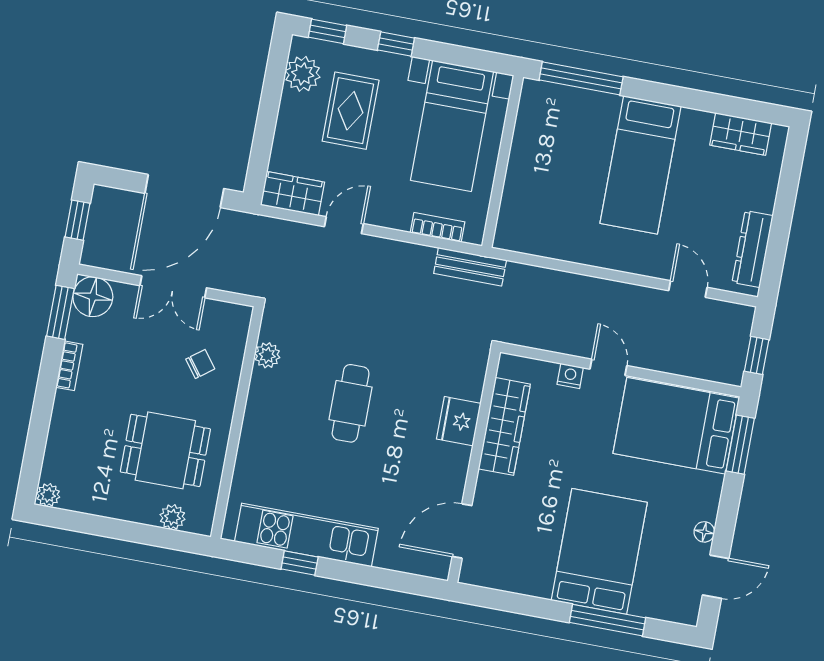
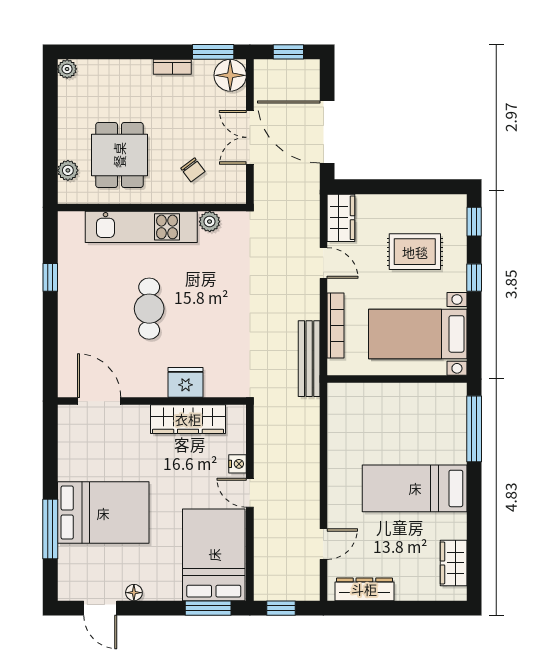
plant: (303, 74) -> (437, 208), removed
bookcase: (438, 227) -> (335, 326), width x1.56
bench: (470, 267) -> (309, 359), width x1.36
door: (608, 367) -> (250, 493), swing flipped
cafe table: (351, 403) -> (149, 309), moved, turned 90
kitchen unit: (306, 535) -> (141, 227), moved, turned 90

